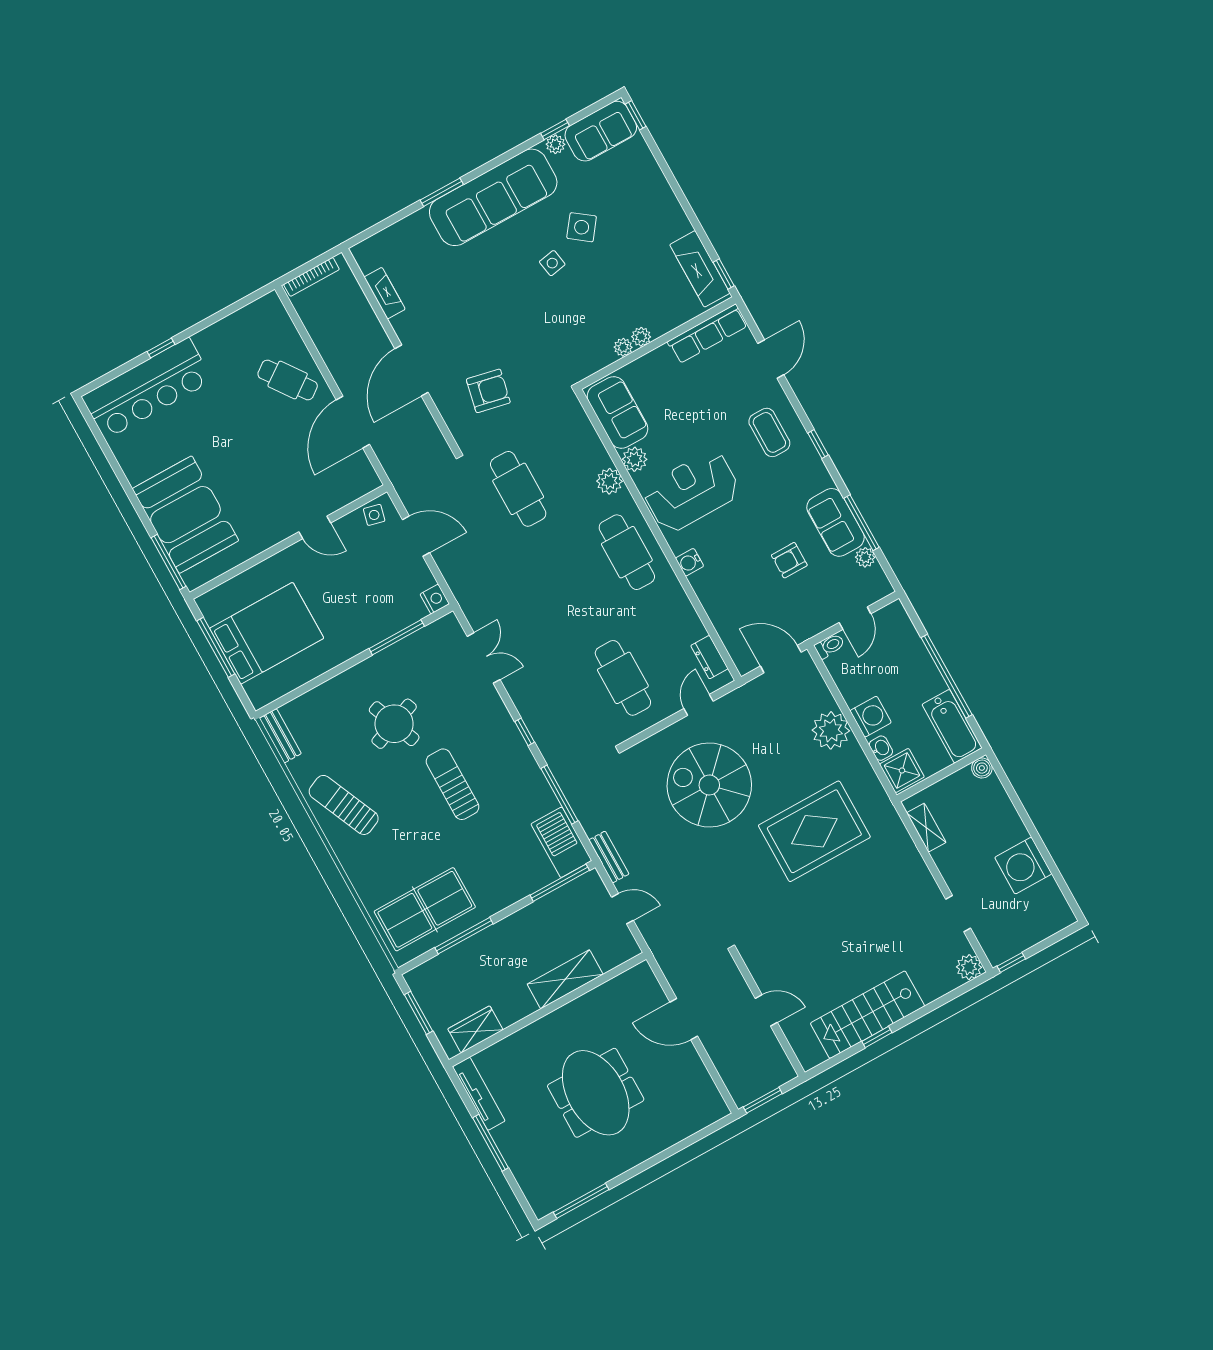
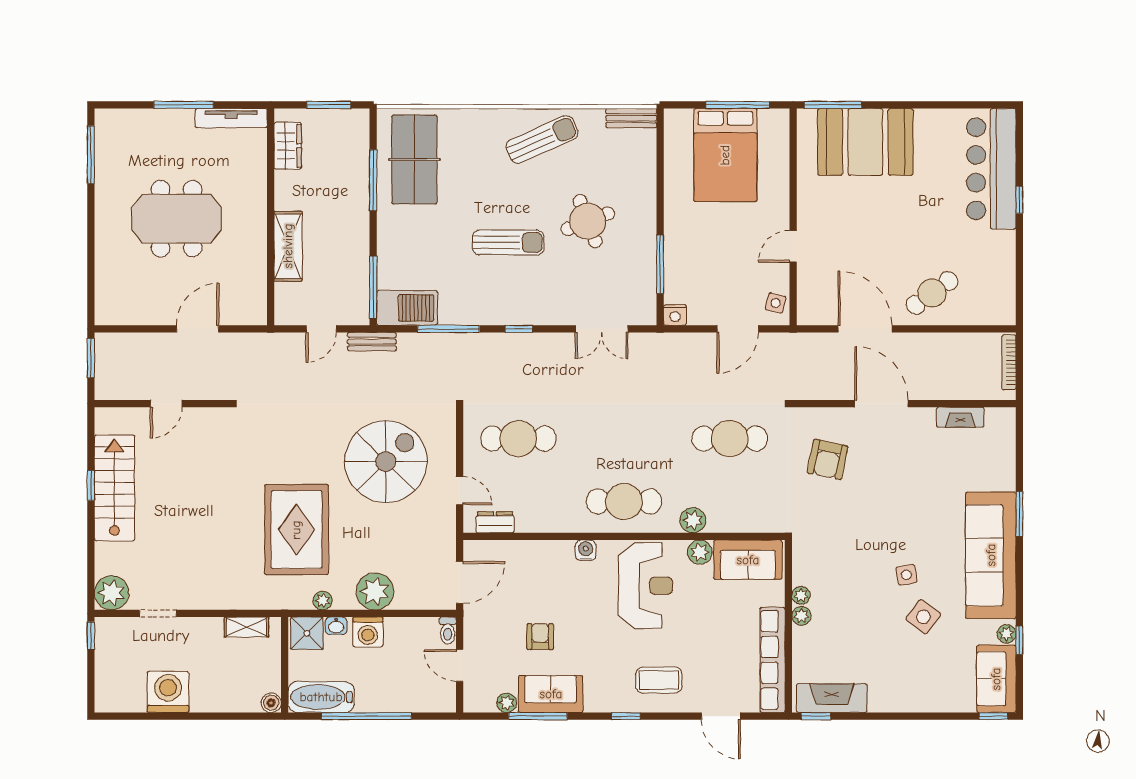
row of seats: (708, 334) -> (772, 660), width x1.36
plant: (865, 773) -> (323, 601), added
plant: (969, 967) -> (112, 593), width x1.36, depth x1.36

